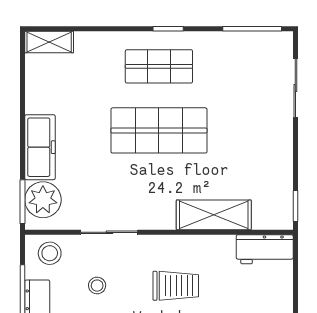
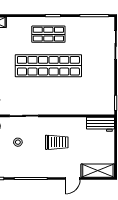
shop shelf: (159, 130) -> (48, 66), width x1.40
shelving: (214, 215) -> (75, 107), removed

